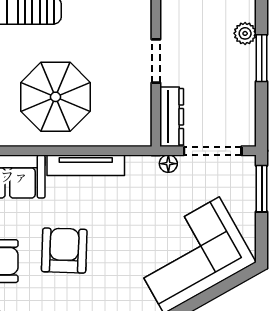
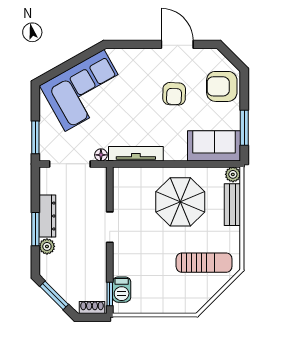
dresser: (172, 117) -> (47, 216), moved, turned 180
tv unit: (86, 165) -> (136, 154), moved
armchair: (64, 251) -> (174, 94), width x0.72, depth x0.72

